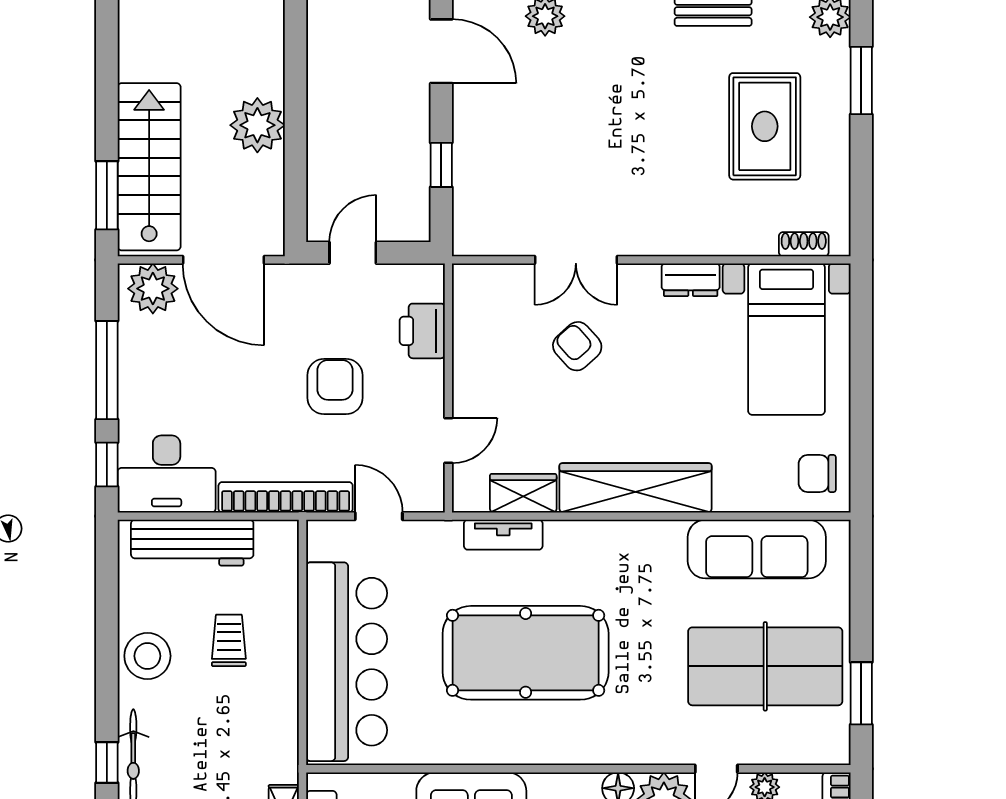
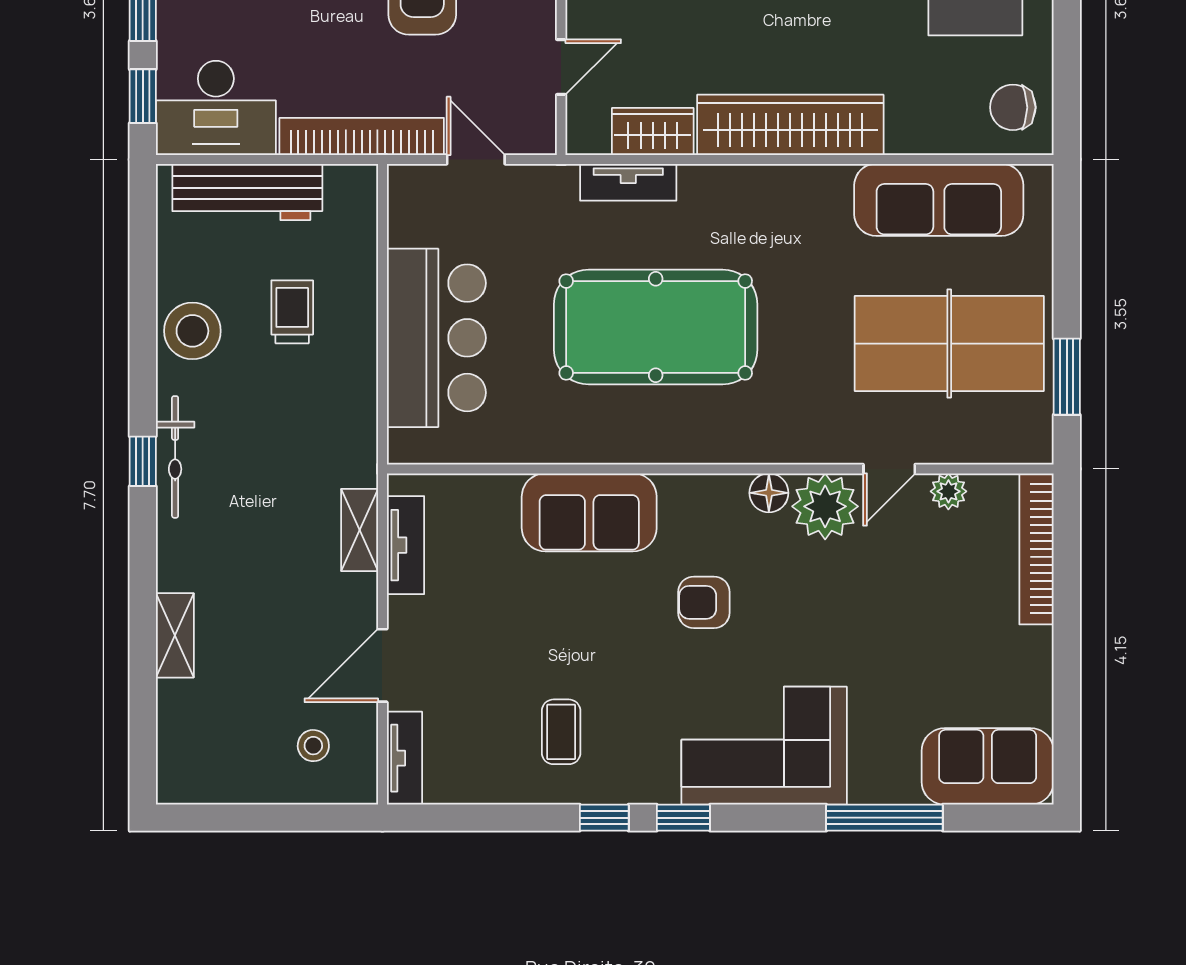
bar counter: (347, 662) -> (436, 338), width x0.73

